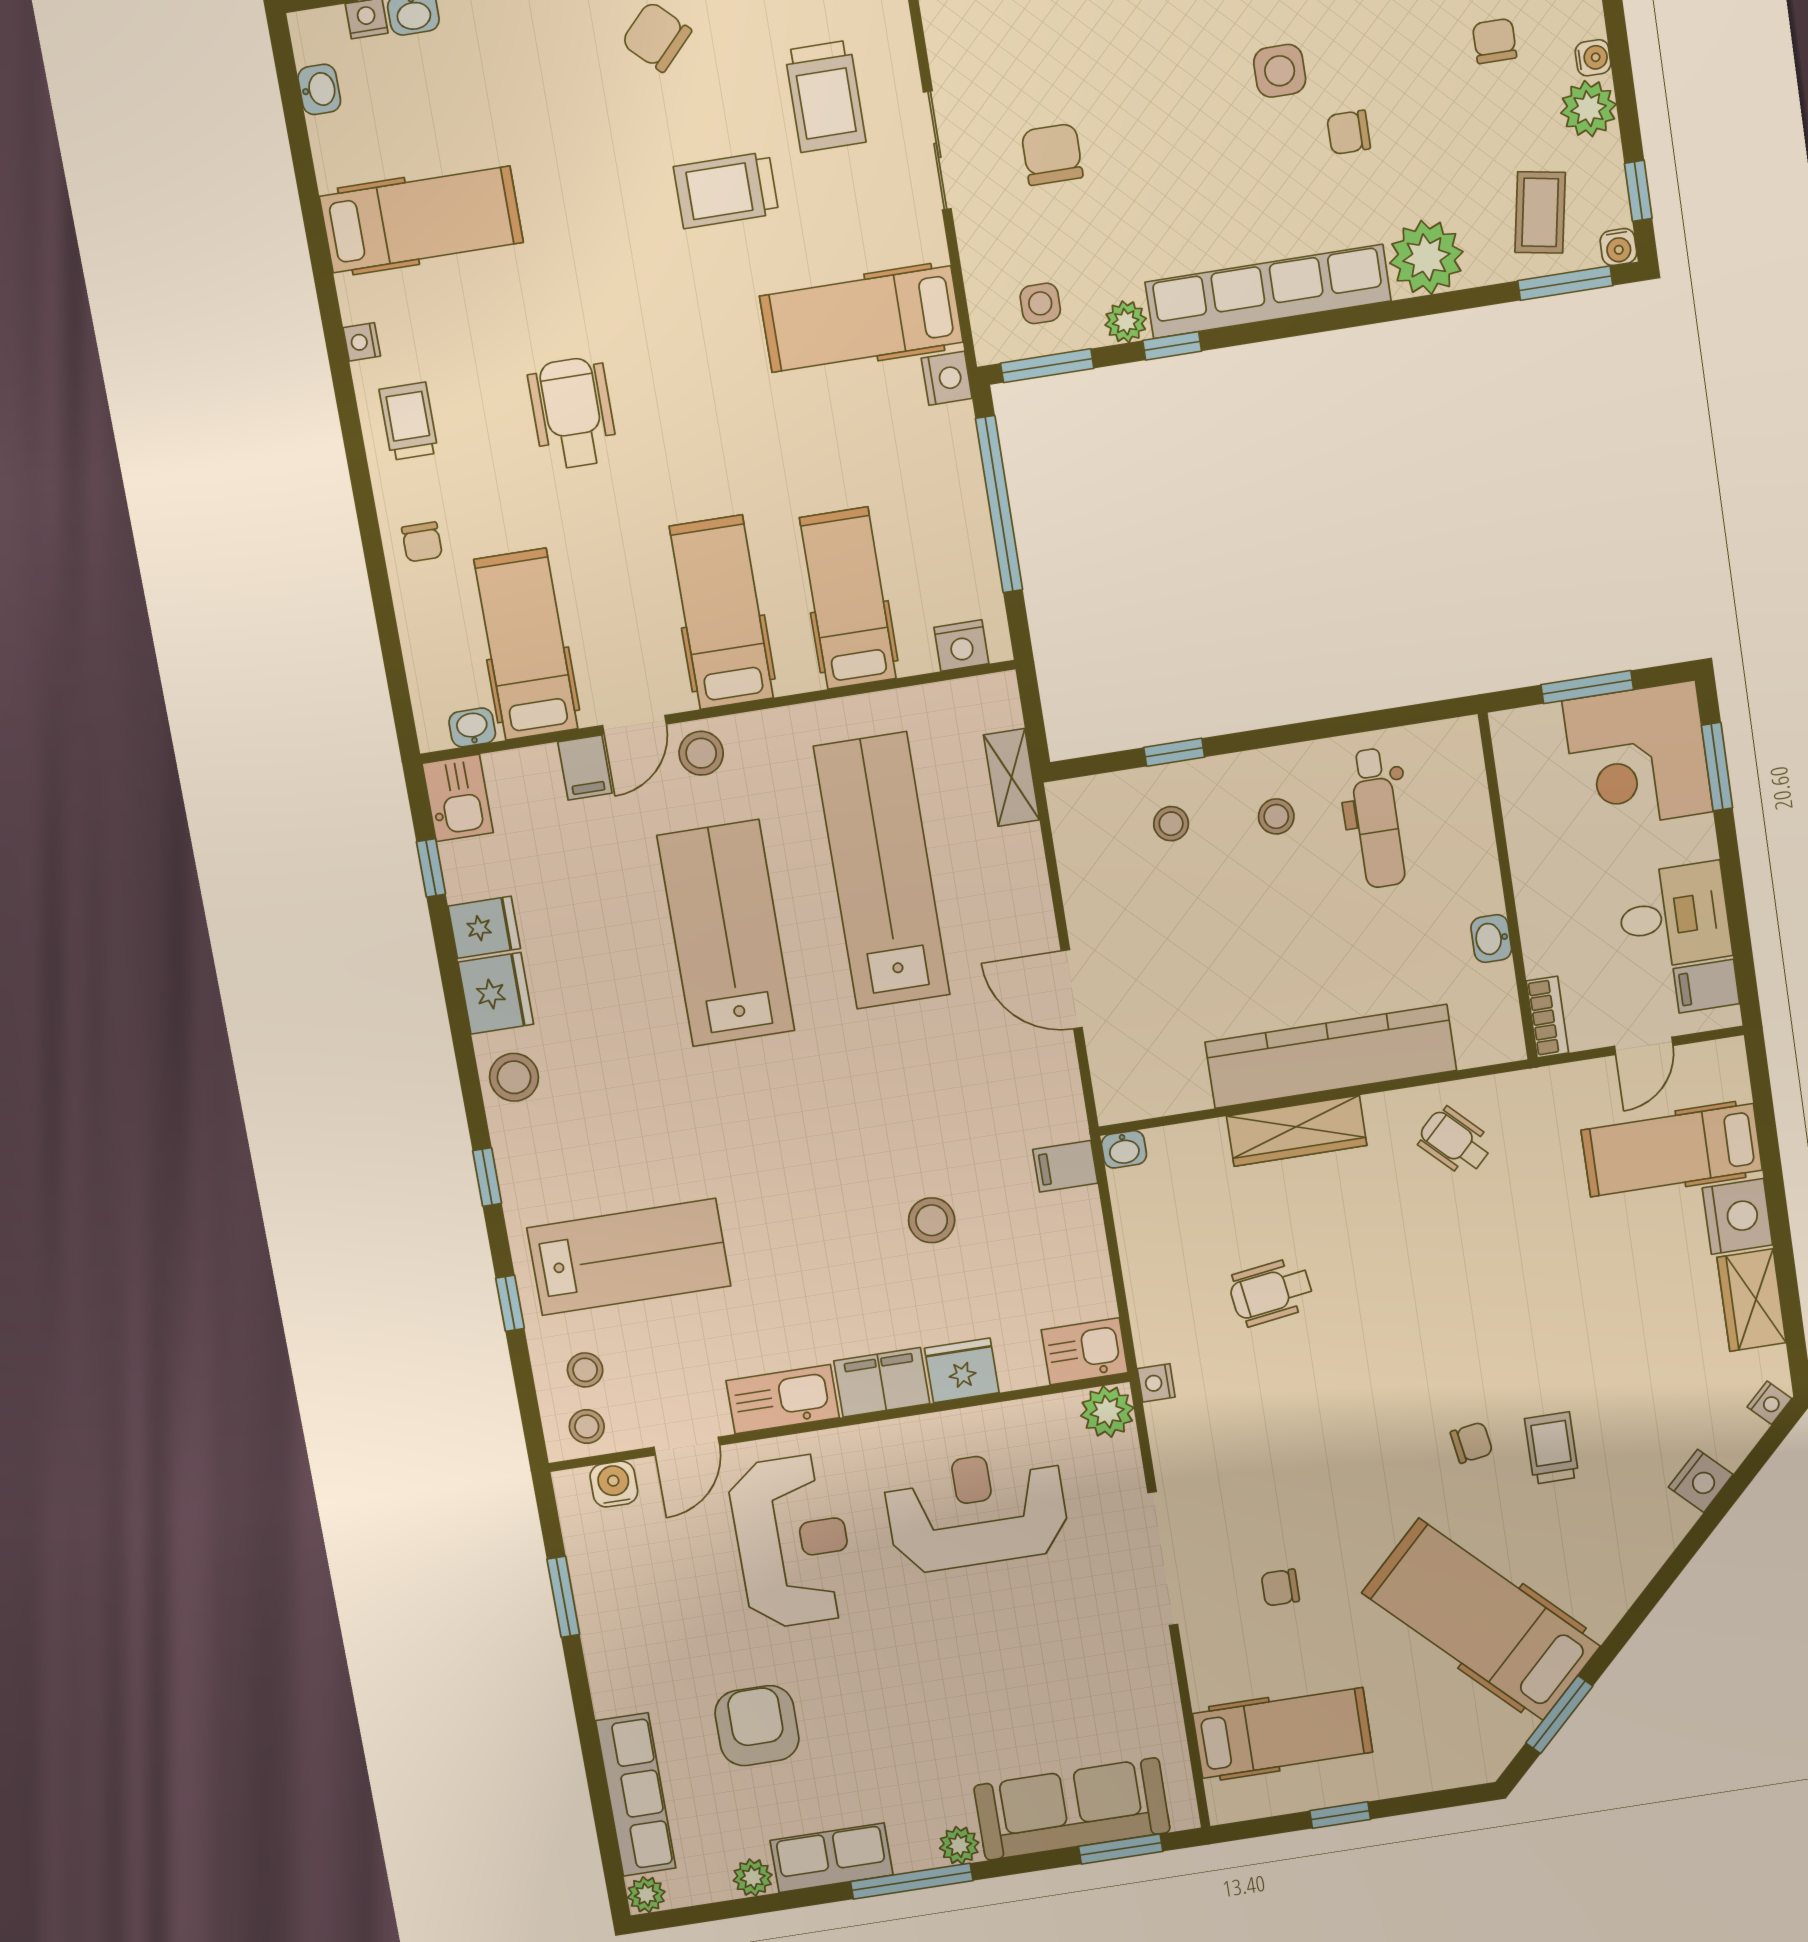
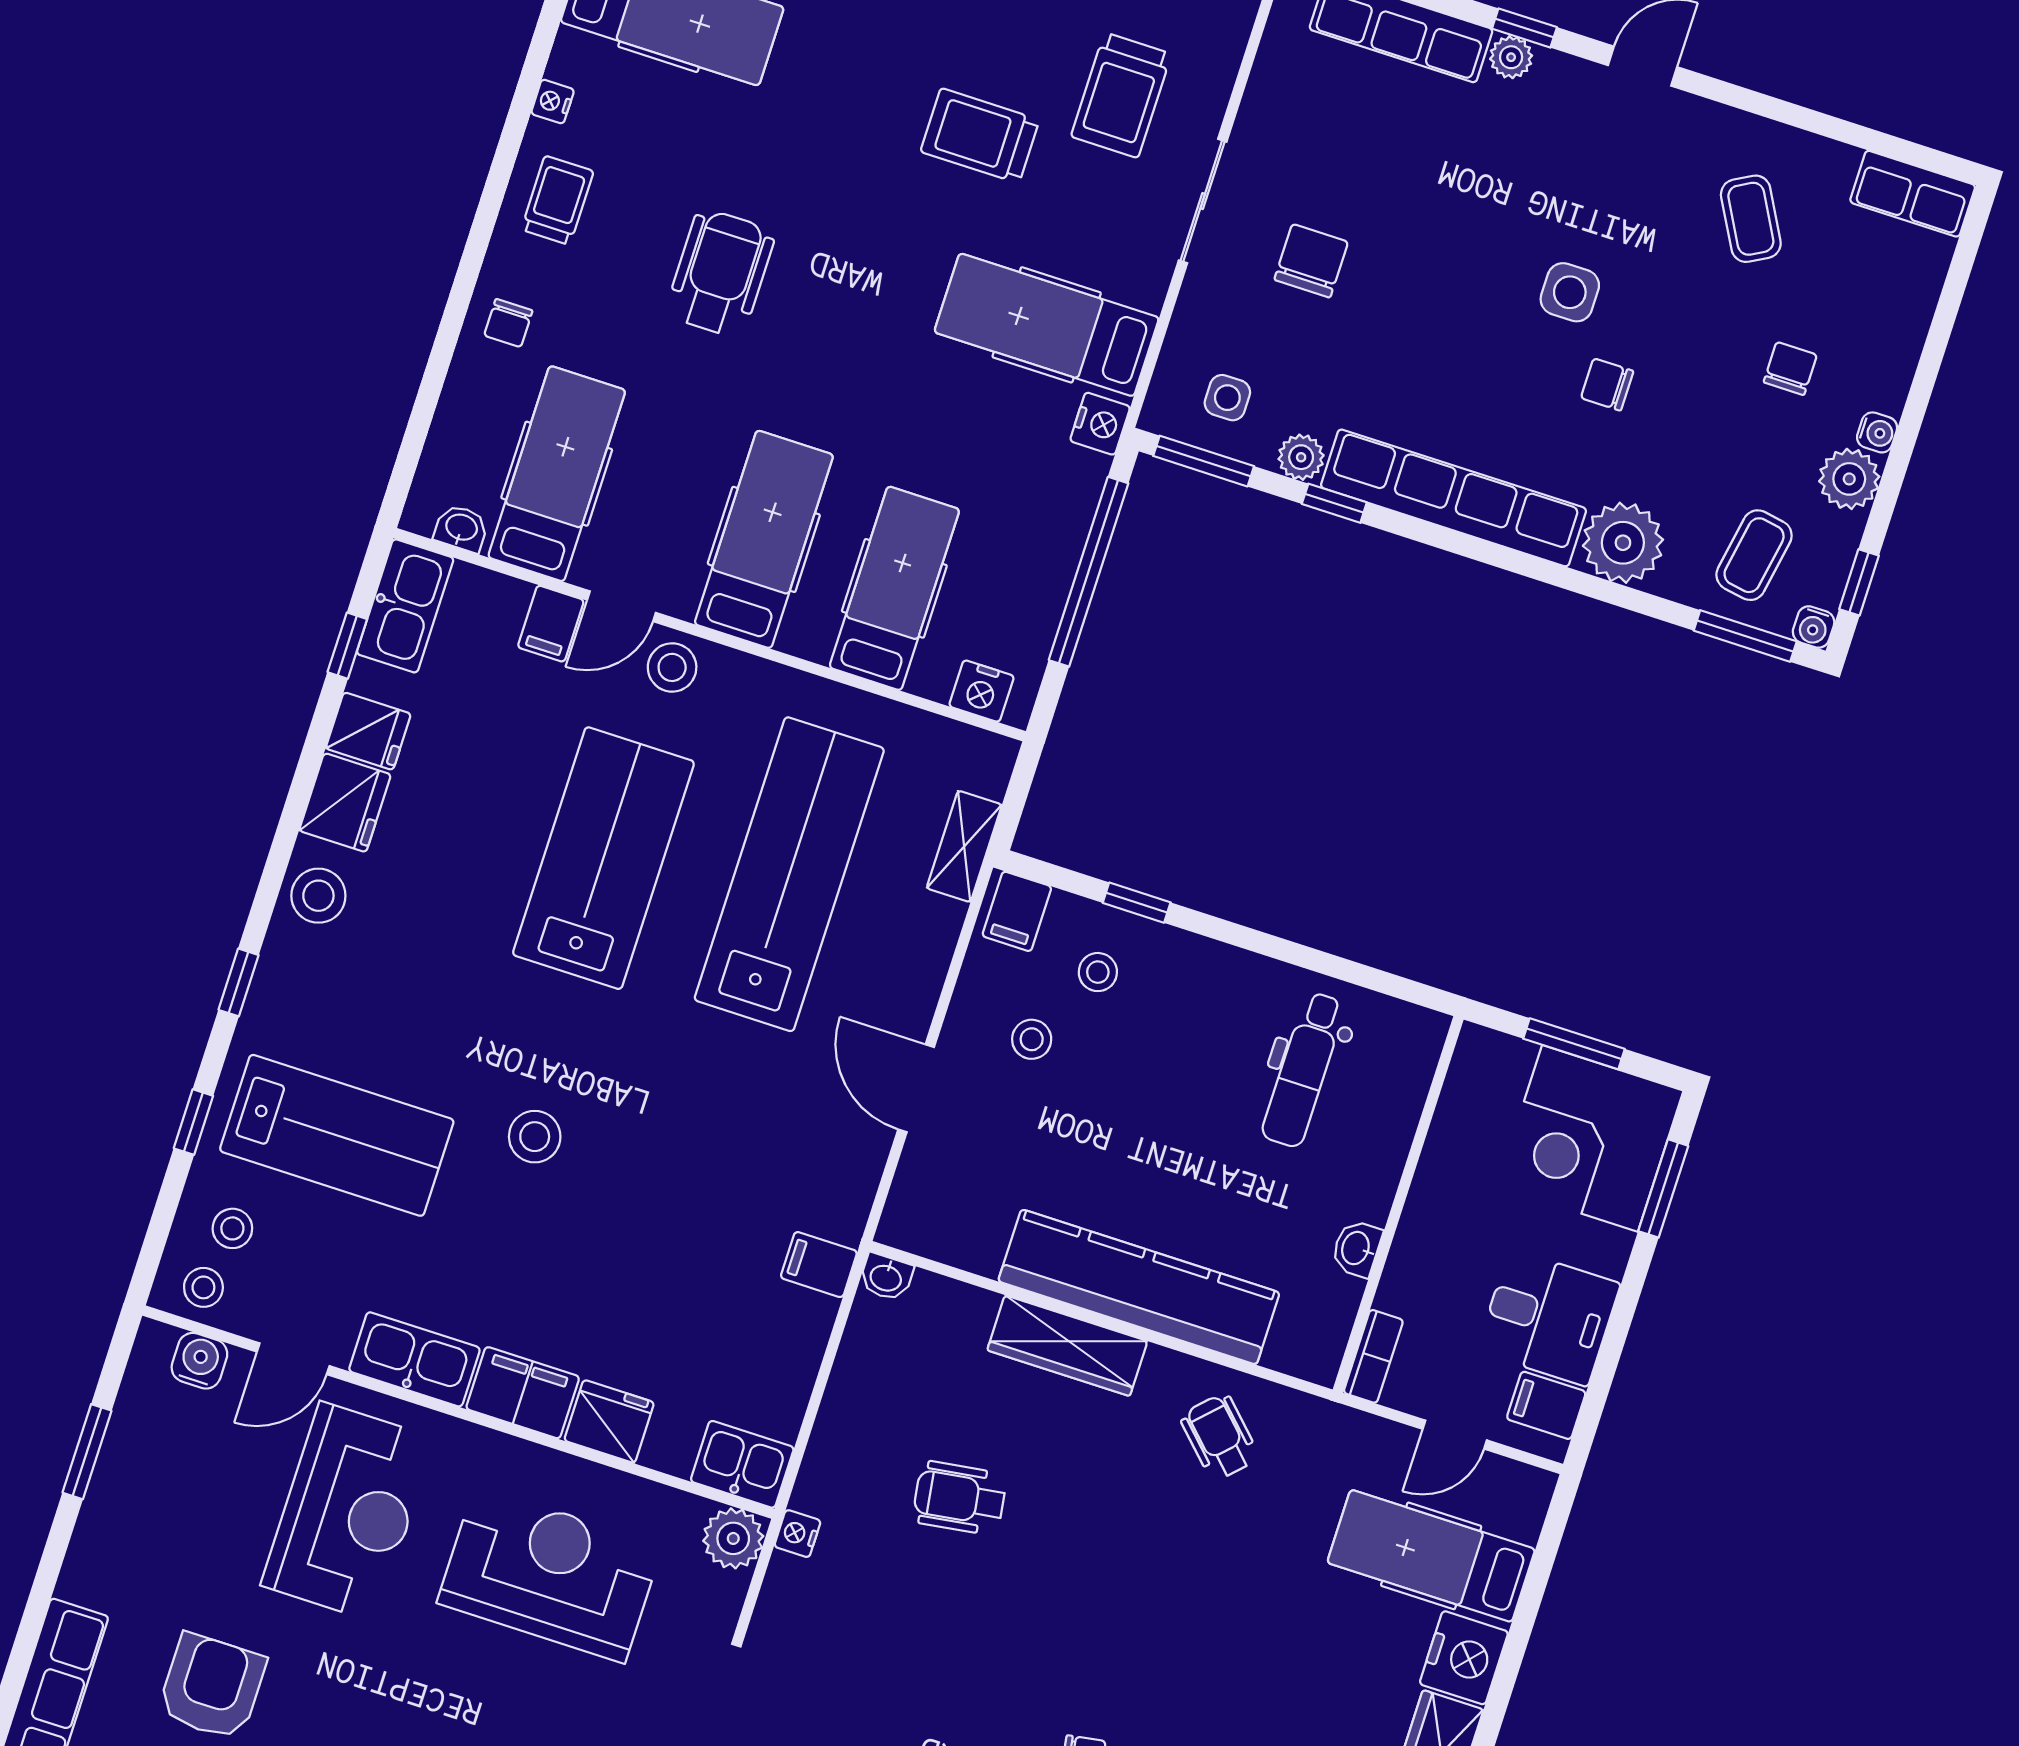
kitchen sink: (458, 798) -> (405, 606), width x1.38
filing cabinet: (1081, 808) -> (1017, 911), added
stool: (1276, 816) -> (1032, 1039), moved
stool: (932, 1220) -> (535, 1137), moved

